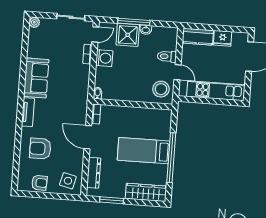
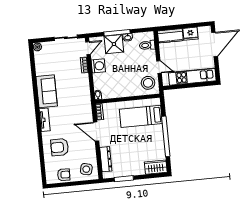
toilet: (167, 56) -> (147, 45), moved
bed: (144, 151) -> (141, 116), moved
wardrobe: (146, 192) -> (156, 167), width x0.67

